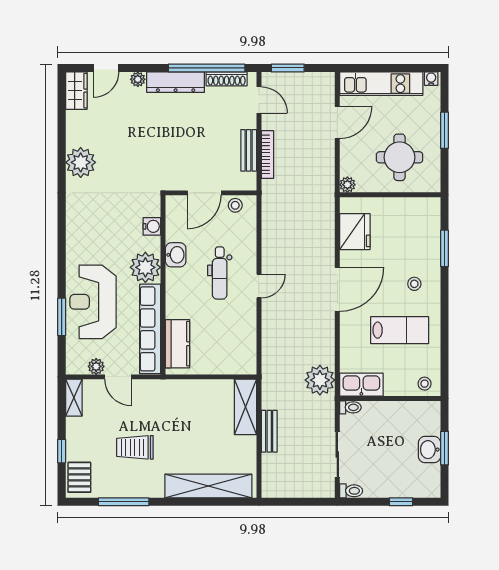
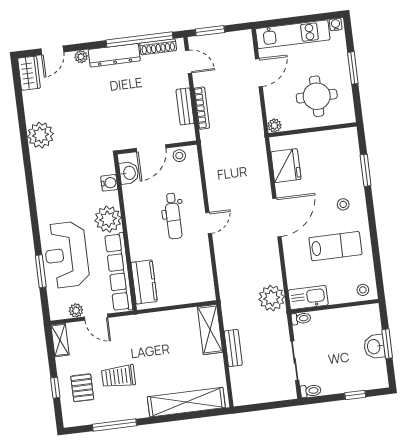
washbasin: (176, 255) -> (129, 173), moved
pallet: (79, 477) -> (82, 388), moved

